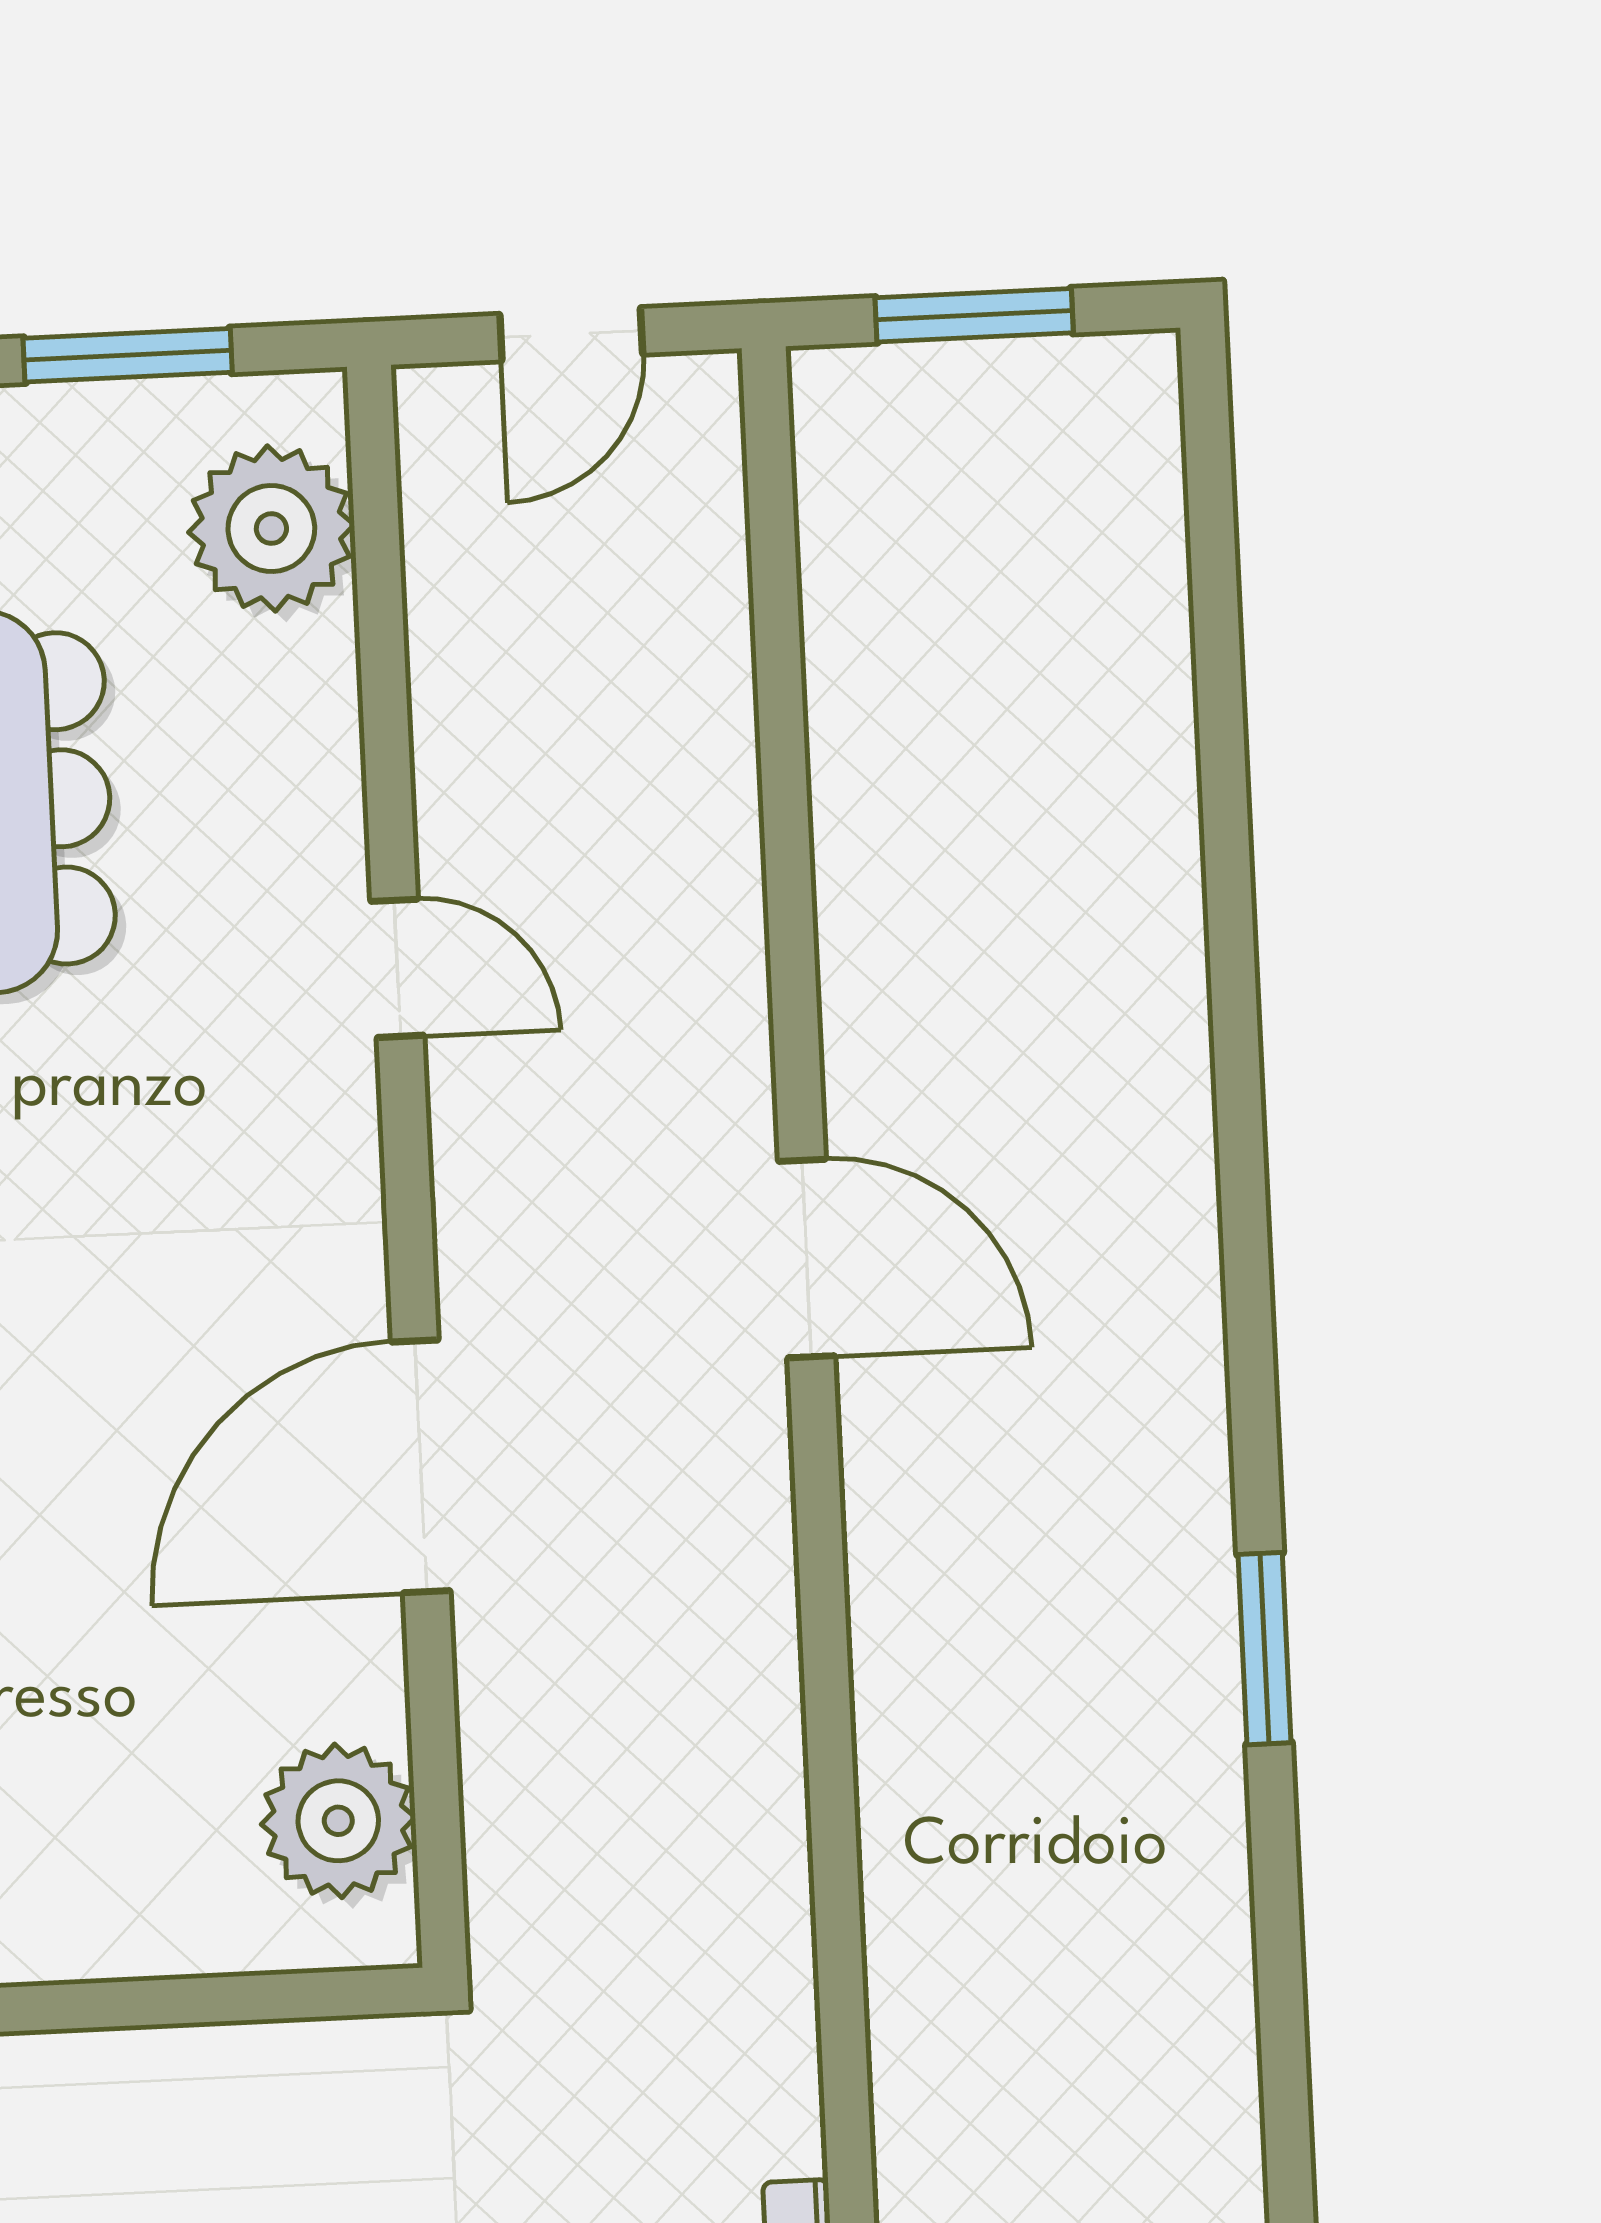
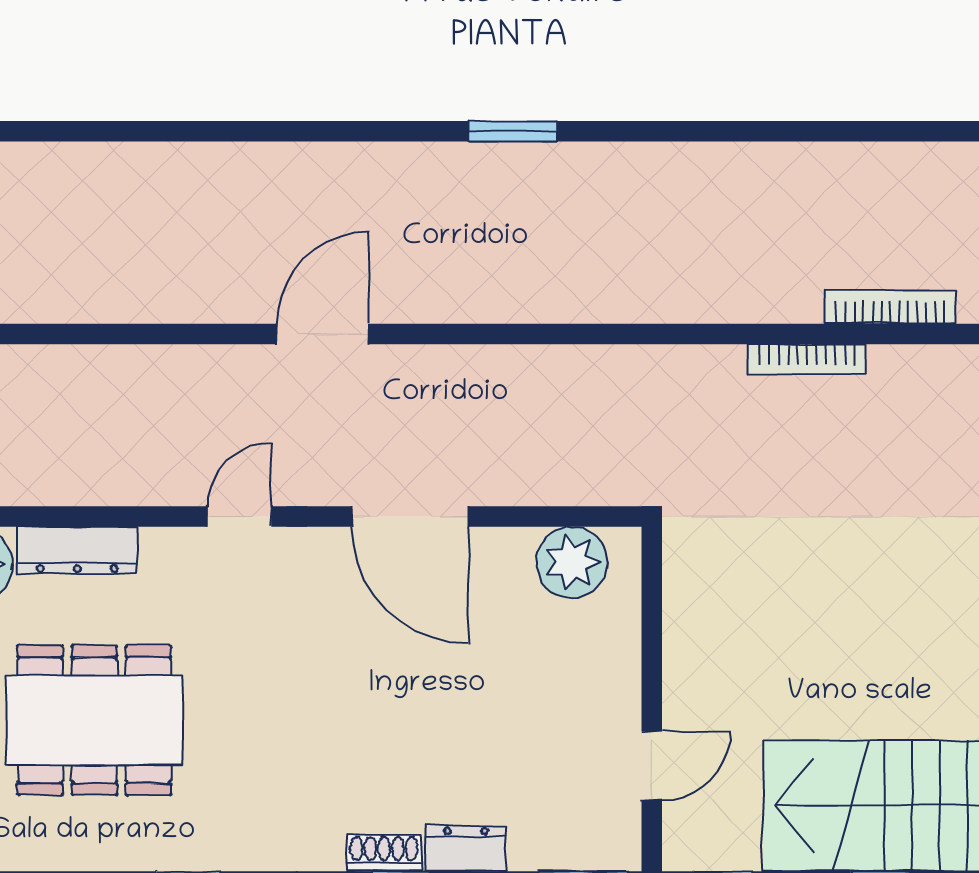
dresser: (314, 749) -> (77, 550), added
door: (397, 968) -> (239, 516), moved

